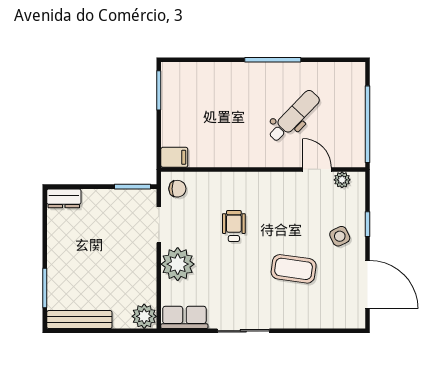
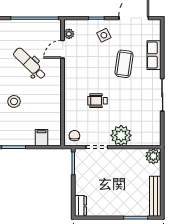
stool: (233, 91) -> (14, 101), added
filing cabinet: (174, 157) -> (41, 138), moved
row of seats: (184, 317) -> (154, 55), moved

